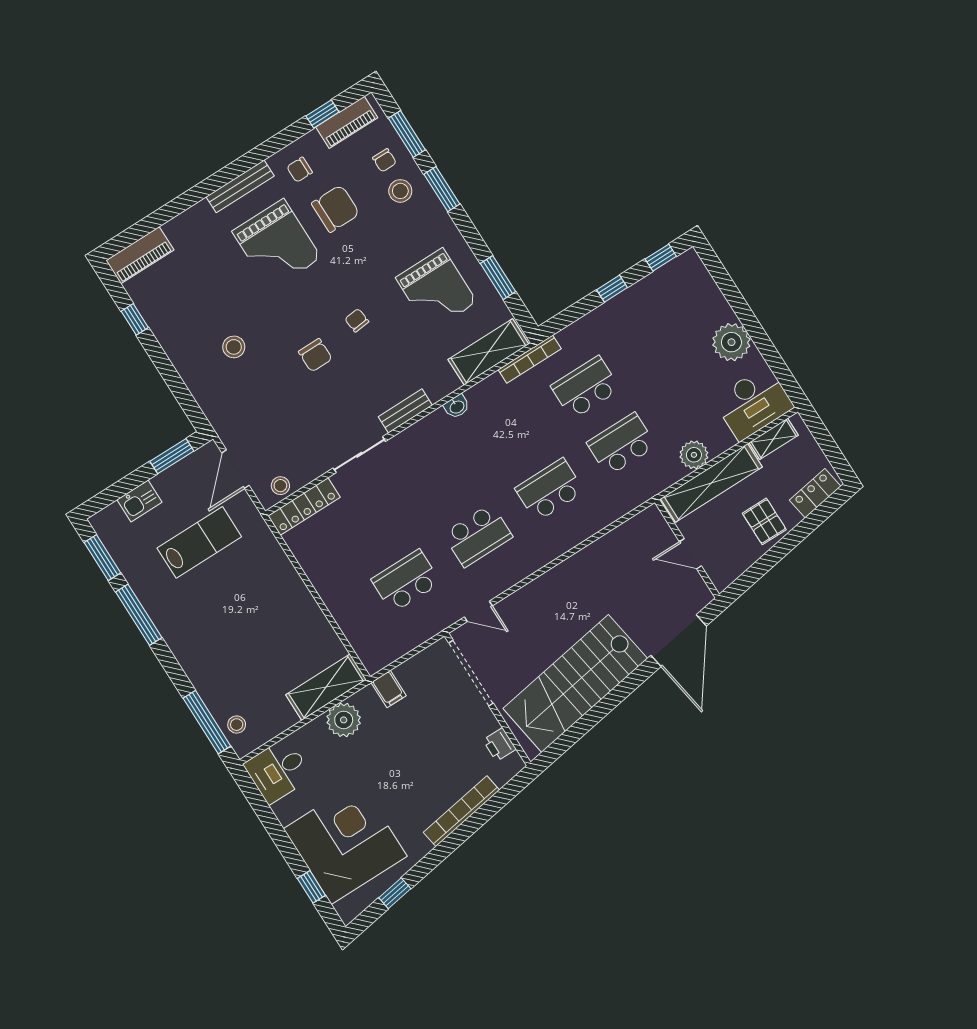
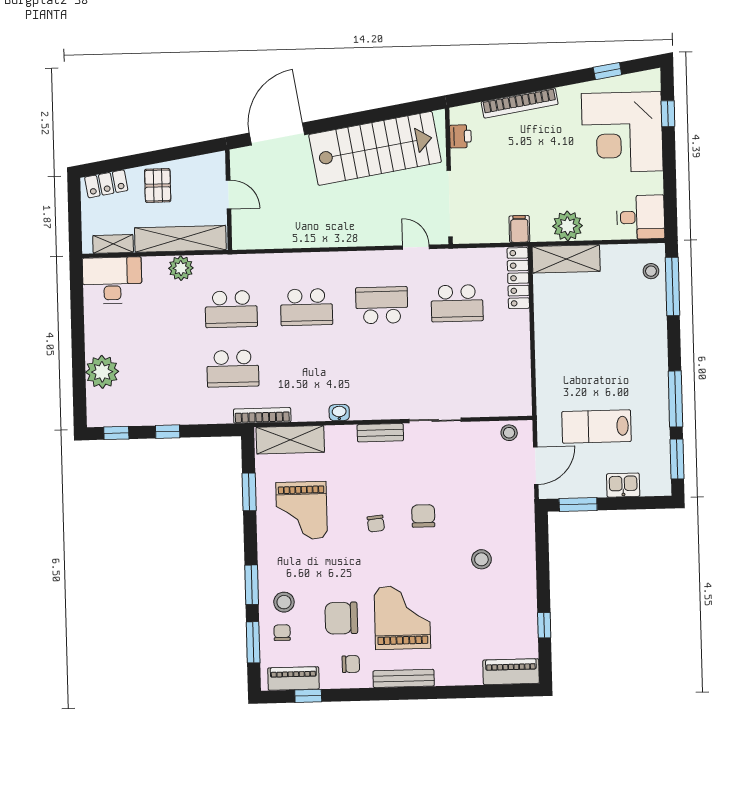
grand piano: (436, 290) -> (302, 511), turned 180
plant: (731, 342) -> (102, 372), moved
locker: (304, 507) -> (518, 278), moved, turned -90

